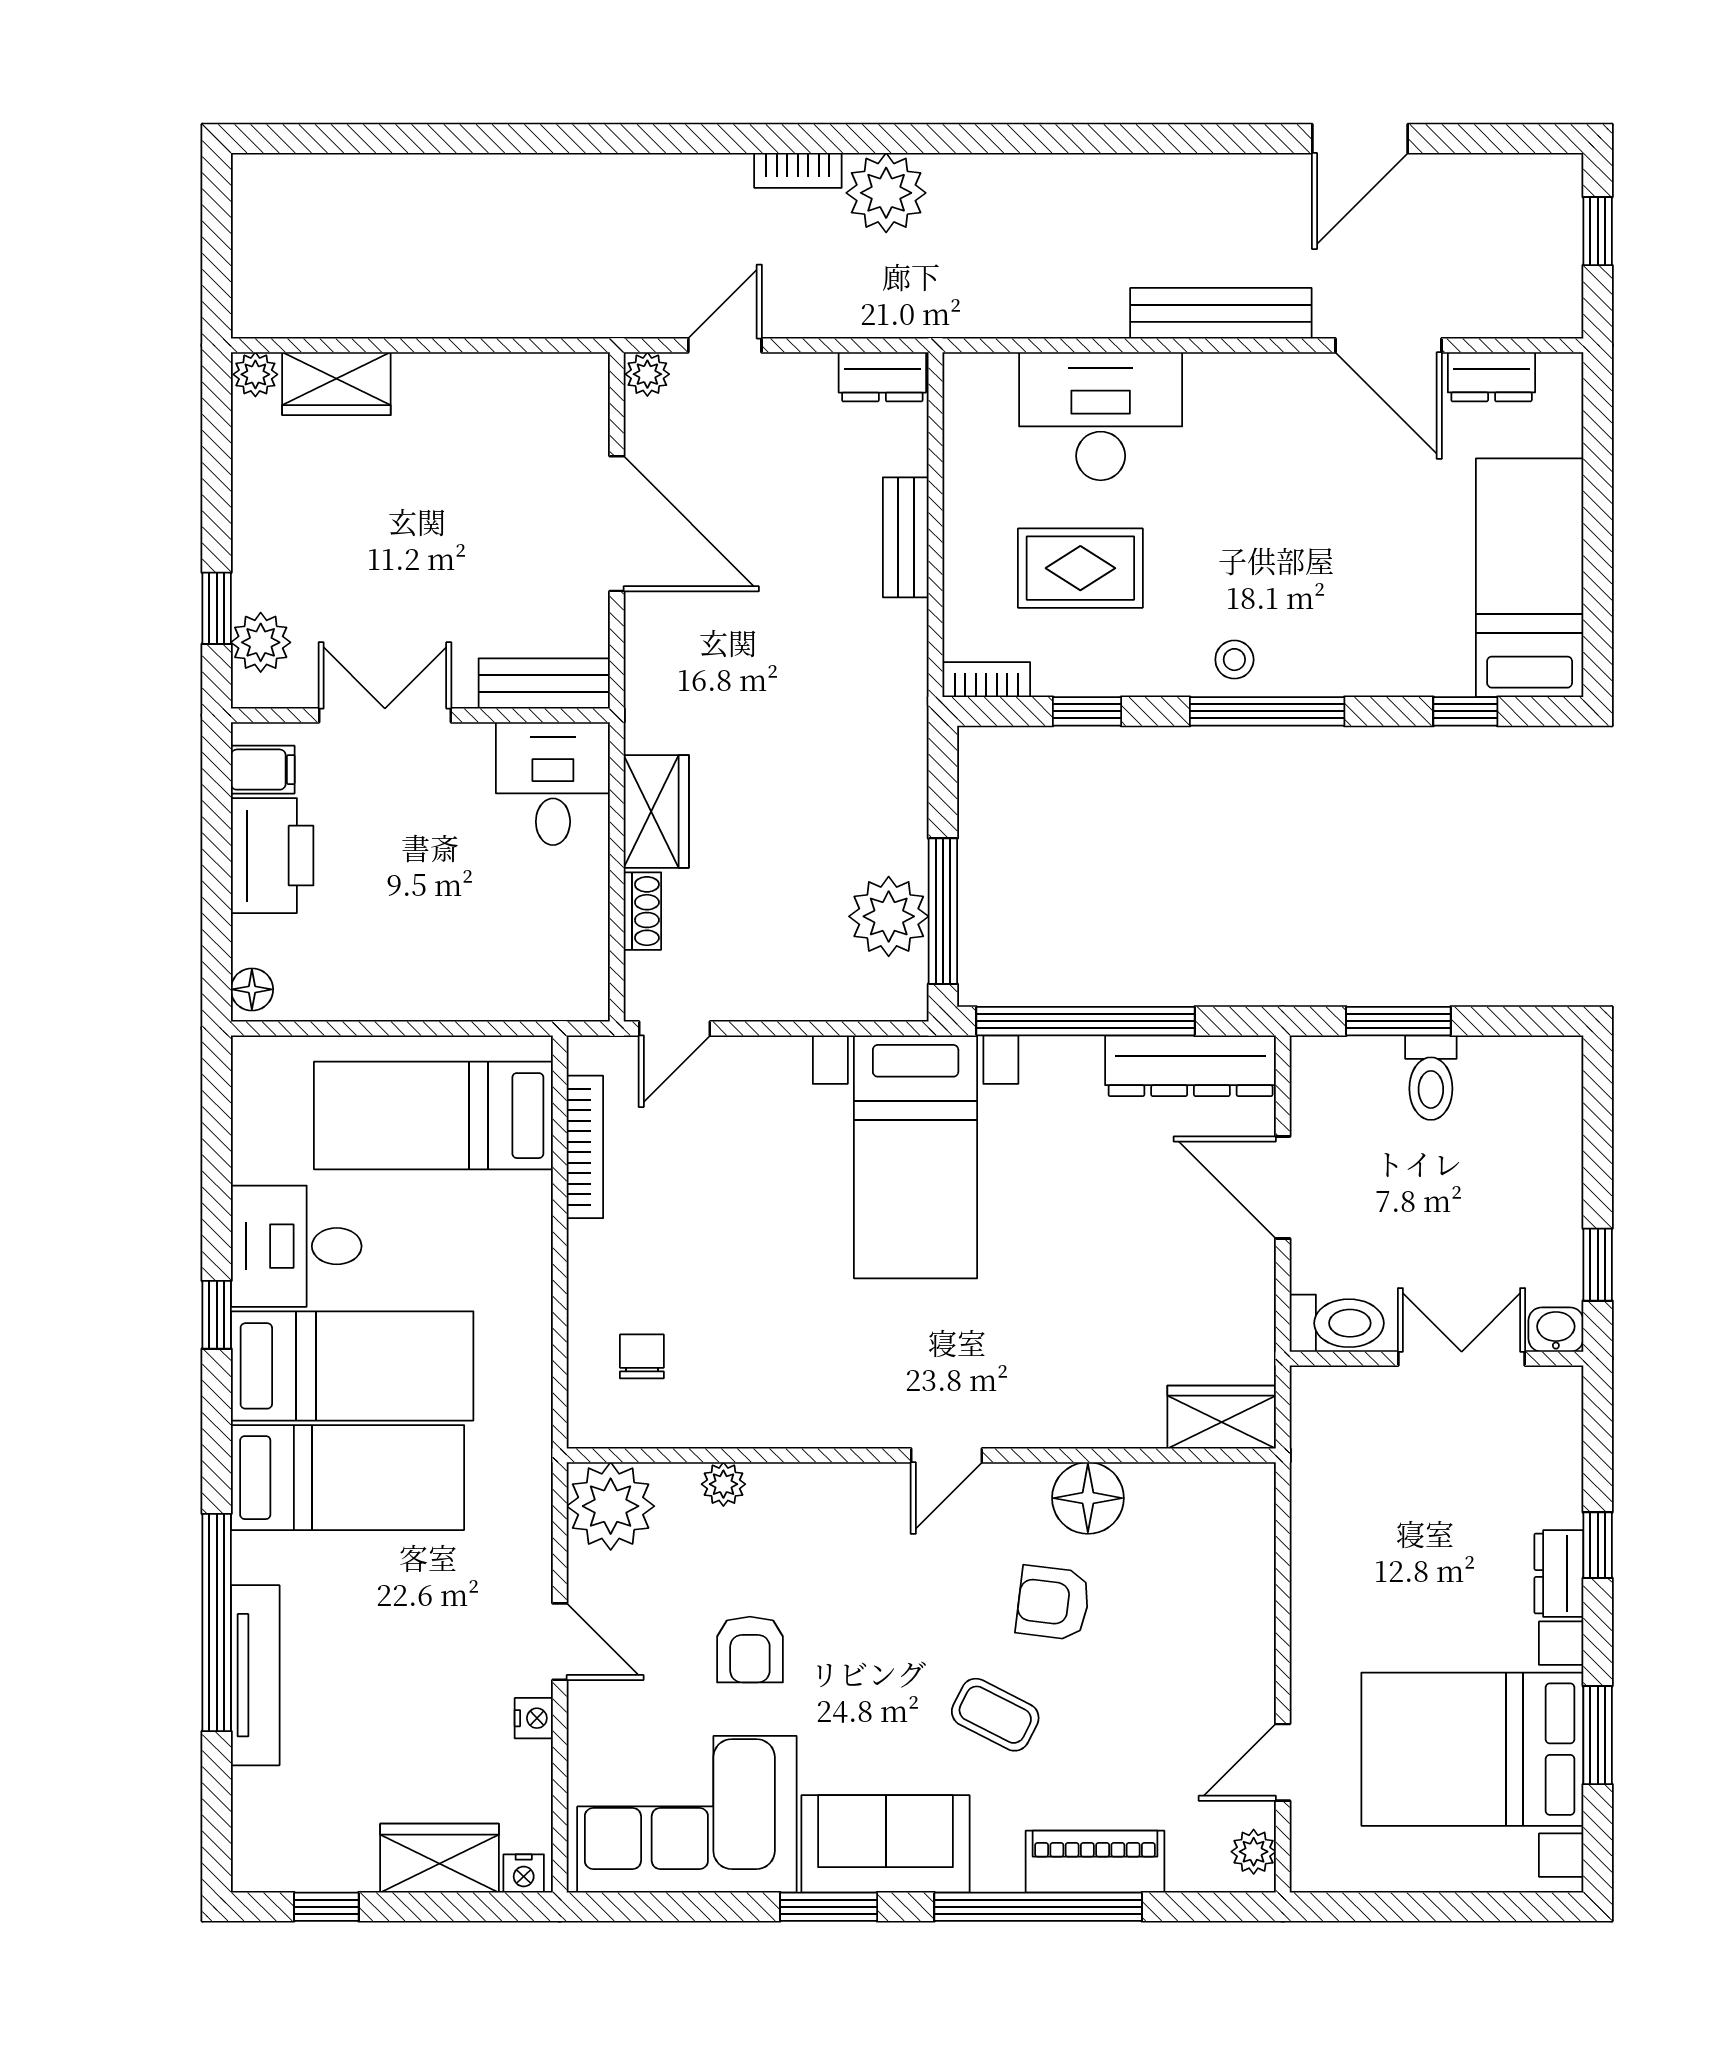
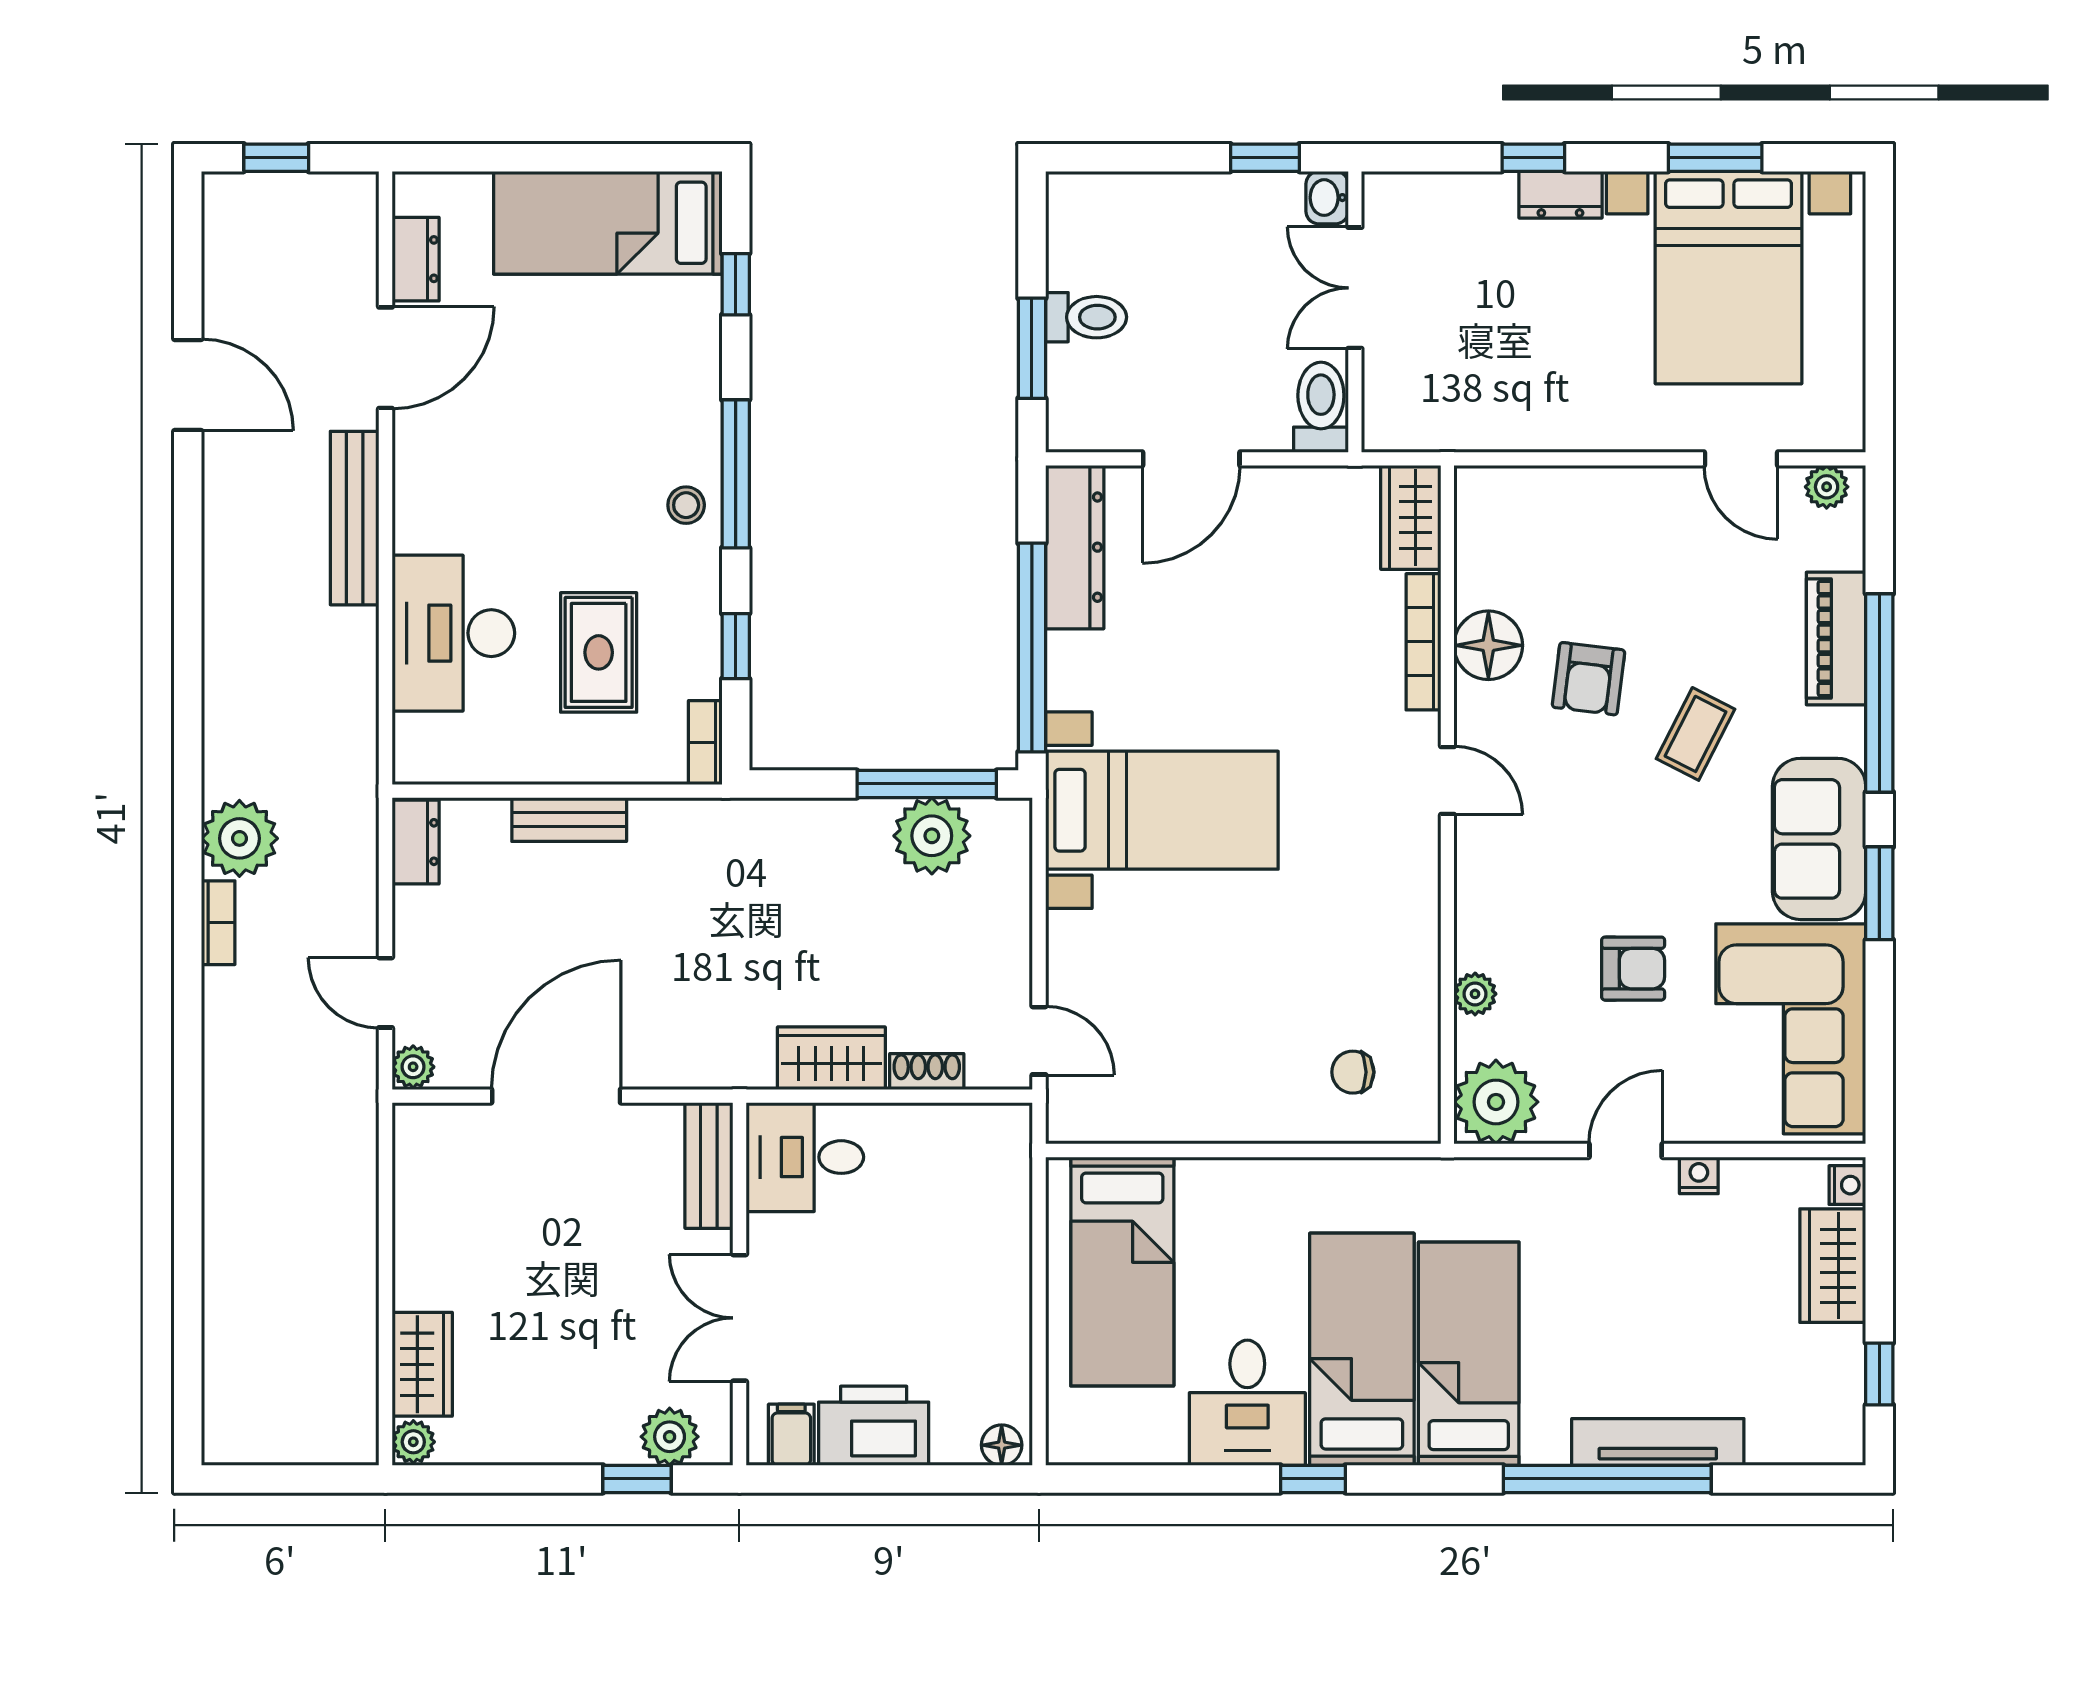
bookcase: (585, 1147) -> (1423, 642), moved, turned -90

